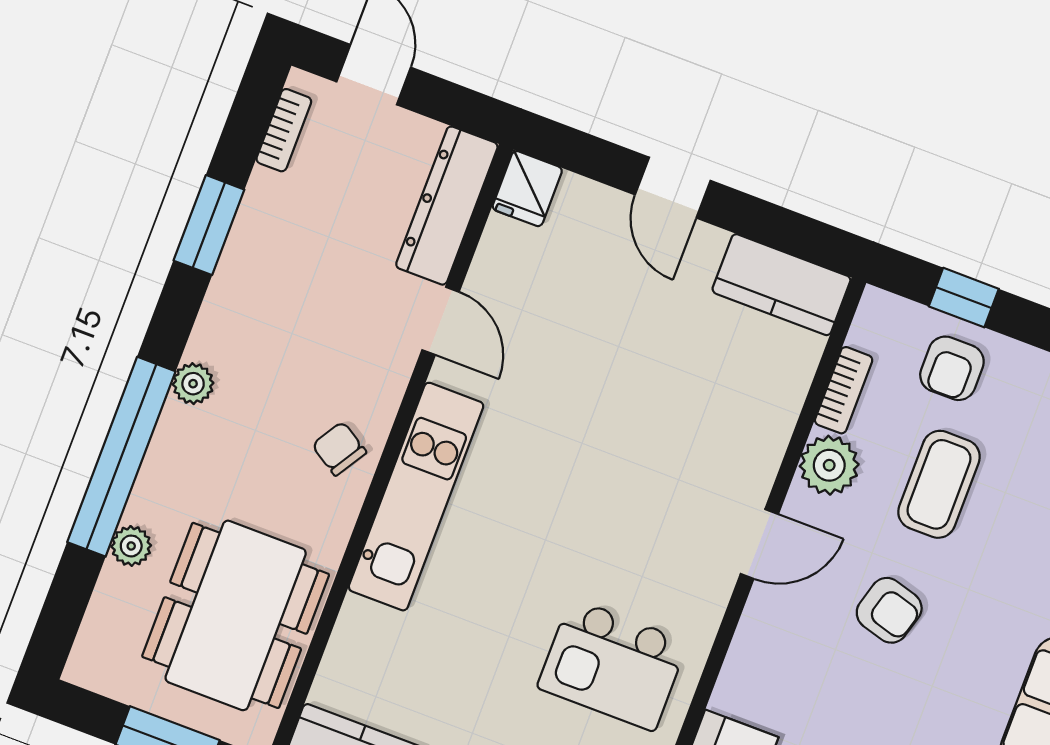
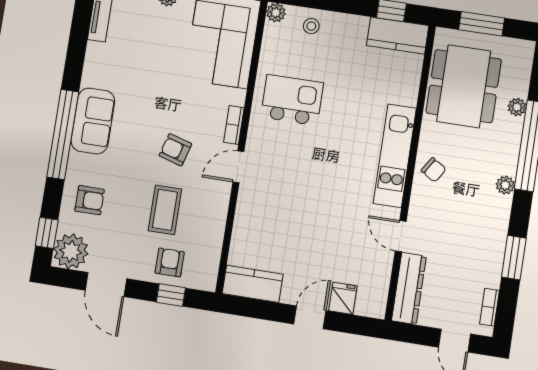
door: (673, 188) -> (310, 317), hinge flipped
fridge: (527, 189) -> (343, 298), moved
bookcase: (844, 390) -> (234, 125), moved
plant: (829, 465) -> (215, 208), removed

